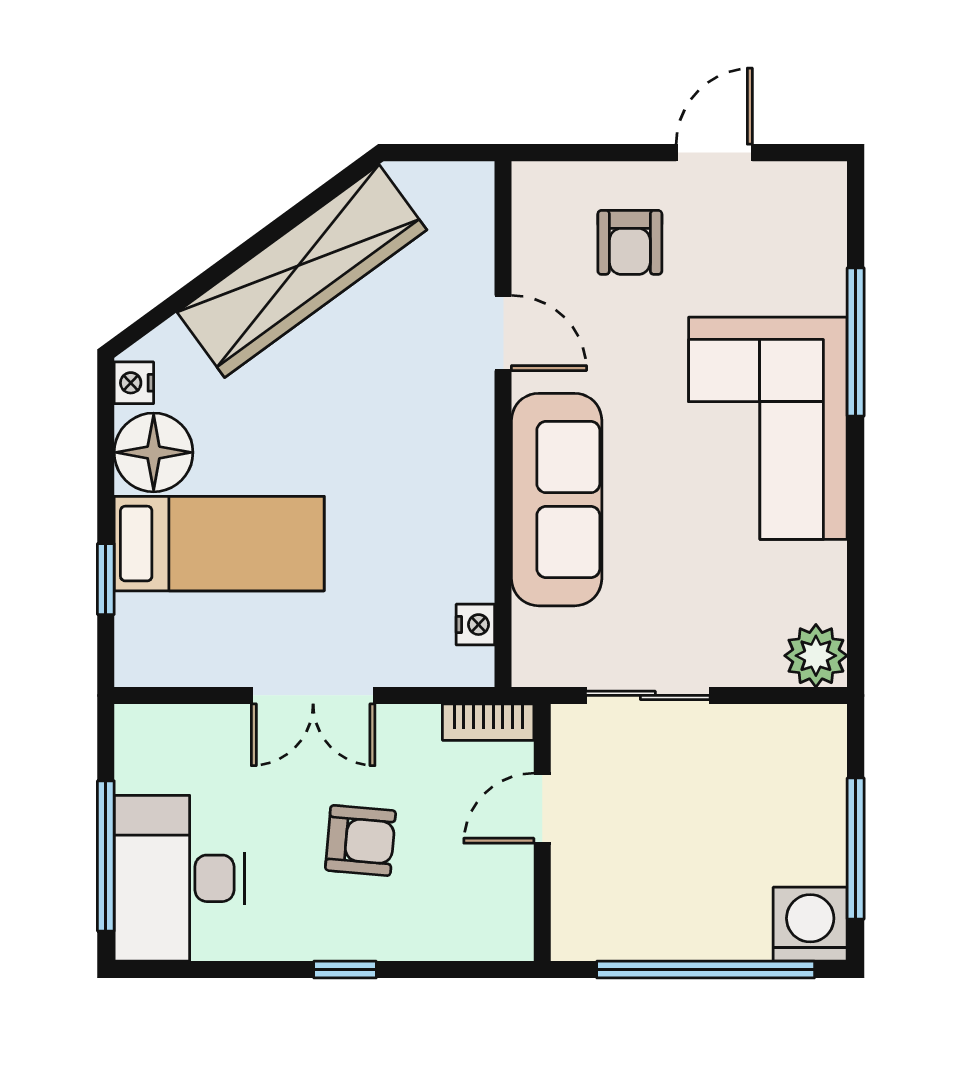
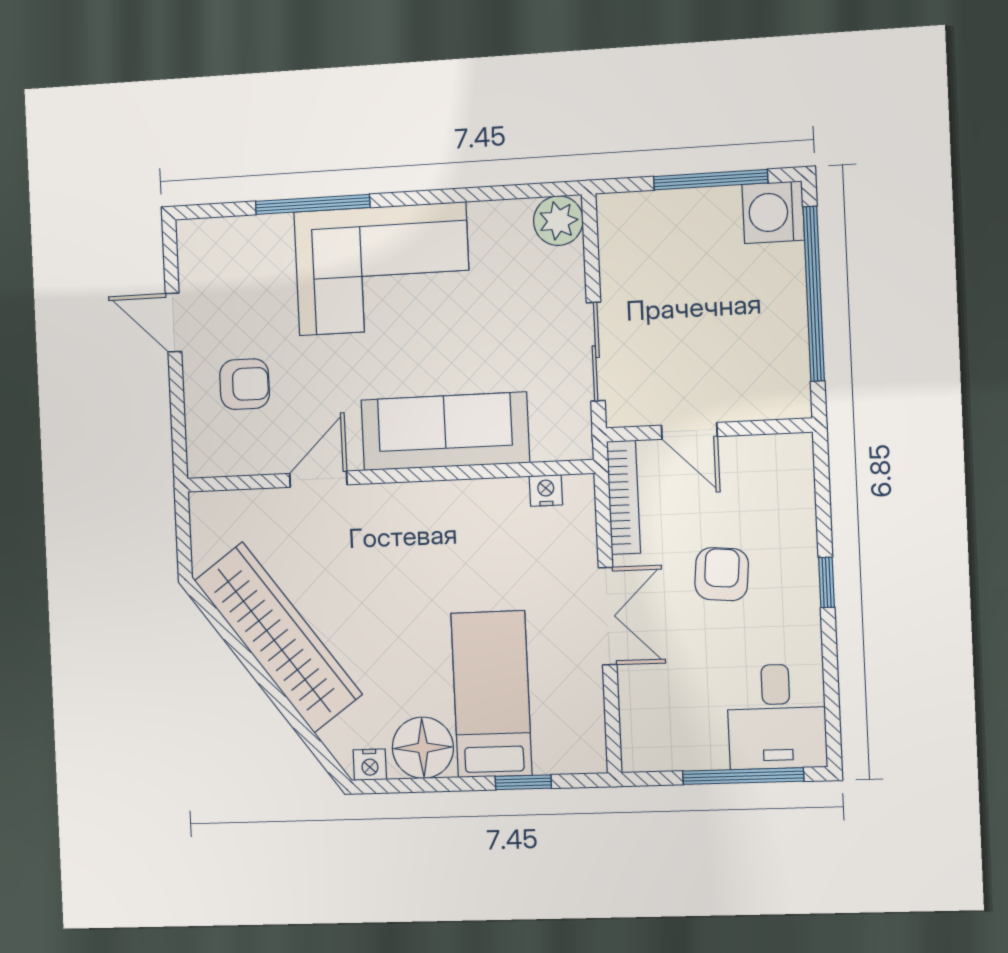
bookcase: (488, 722) -> (623, 497), width x1.56
desk: (179, 878) -> (777, 717), width x0.73

